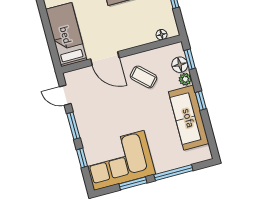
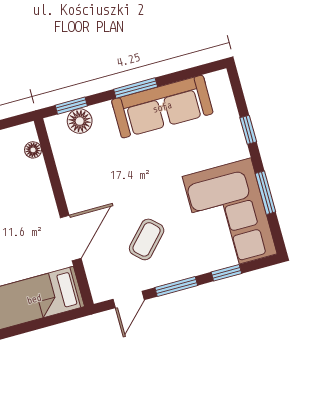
coffee table: (143, 77) -> (147, 239), moved
plant: (185, 79) -> (102, 112), removed
window: (201, 101) -> (136, 88), width x1.50
window: (173, 173) -> (248, 130), width x0.46

